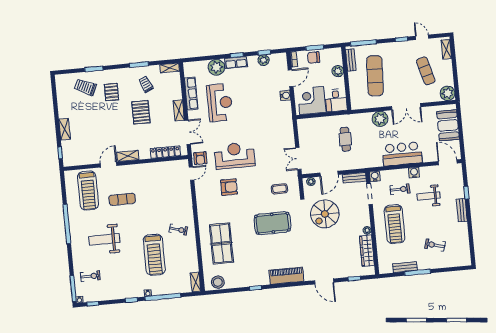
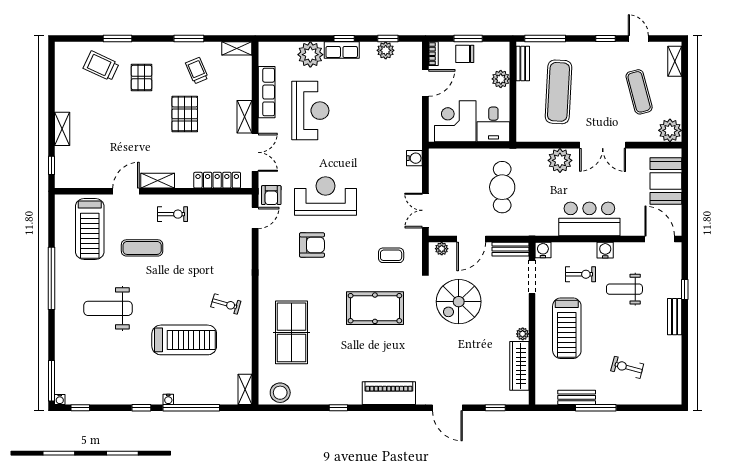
water cooler: (285, 95) -> (414, 158), moved
cafe table: (345, 139) -> (502, 187), width x1.37, depth x1.35
treadmill: (154, 255) -> (184, 340), turned -90
exercise bike: (90, 276) -> (173, 214), moved

